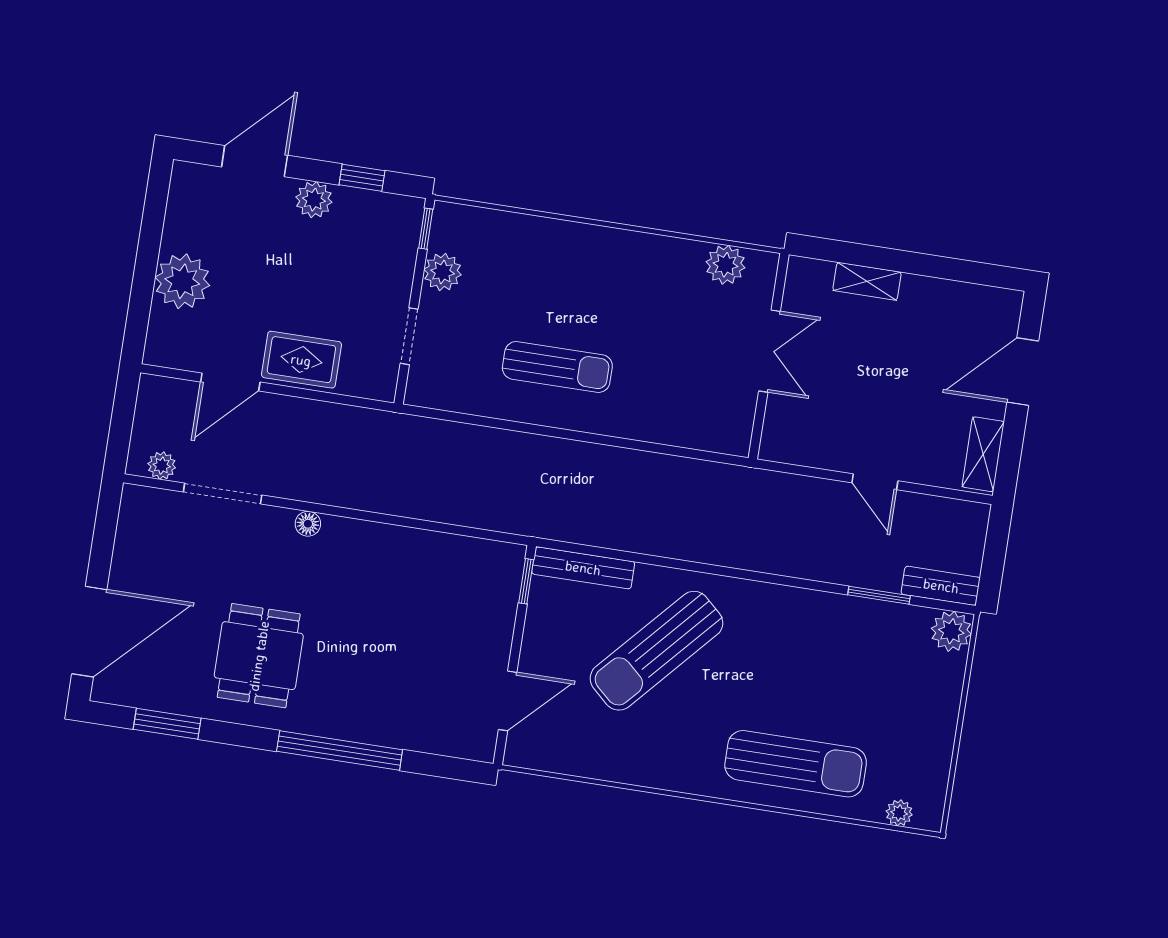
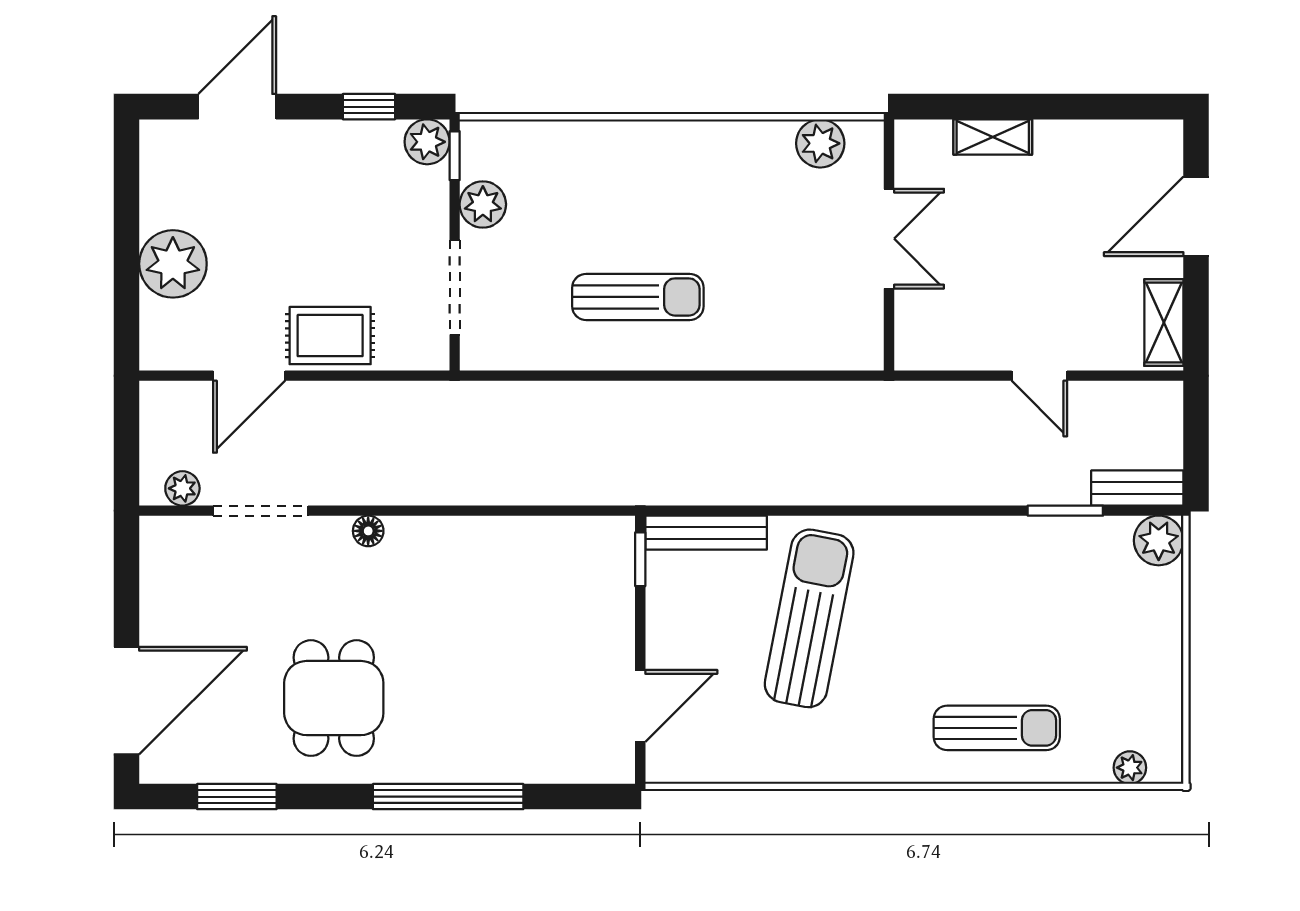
plant: (314, 200) -> (427, 142), moved
doorway: (409, 336) -> (455, 288), width x1.38
sun lounger: (656, 651) -> (809, 618), turned 149
sun lounger: (796, 764) -> (997, 728), width x0.73, depth x0.75

